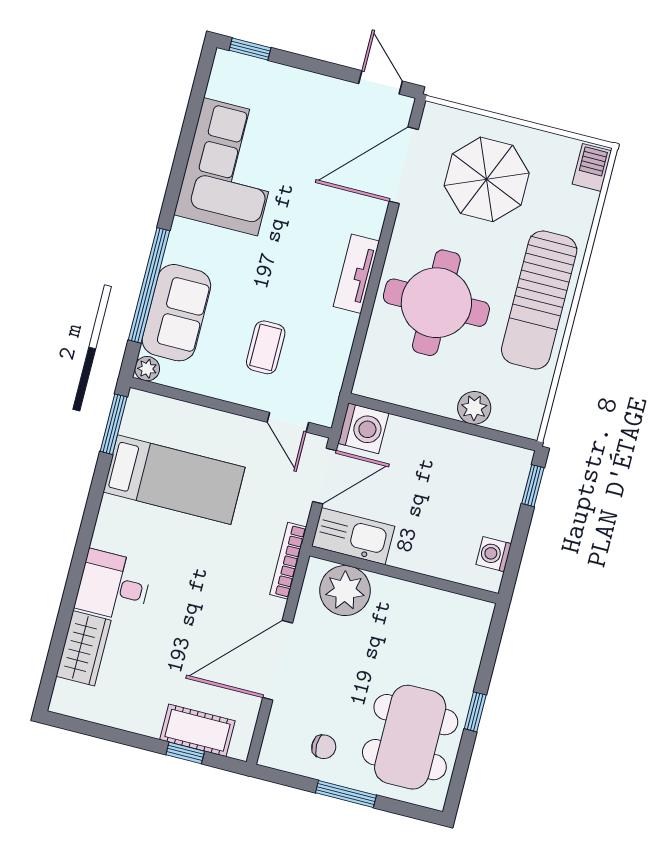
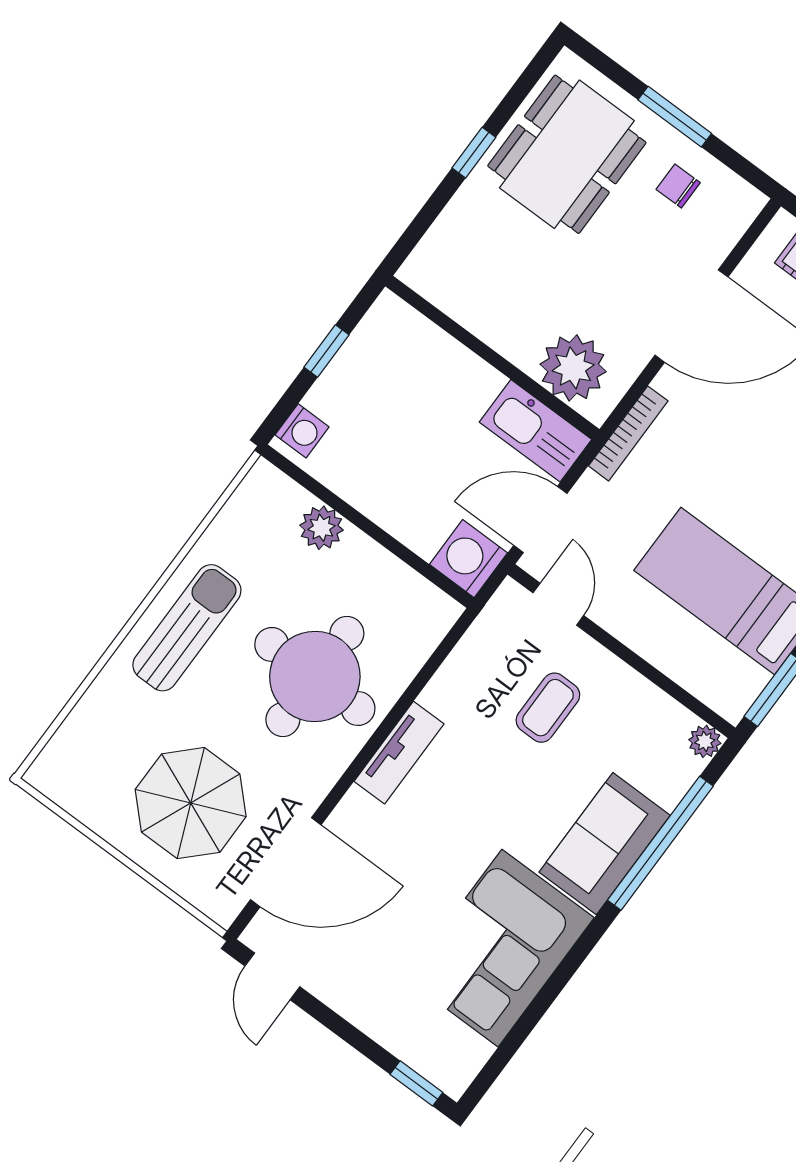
barbecue: (592, 167) -> (55, 765), removed
sun lounger: (539, 300) -> (187, 628), width x0.73, depth x0.75
sofa: (176, 313) -> (605, 844), moved
window: (533, 486) -> (326, 351), moved
washing machine: (494, 554) -> (302, 431), moved

